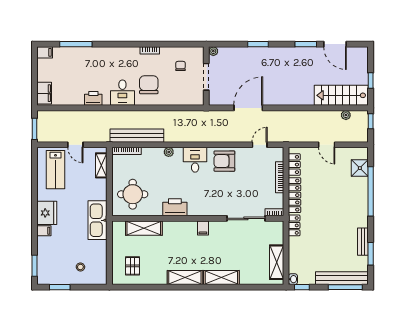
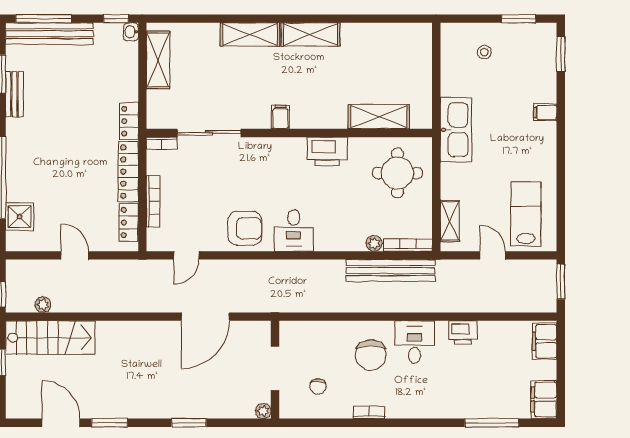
filing cabinet: (45, 52) -> (544, 399), width x2.00
plant: (169, 152) -> (374, 243), moved
fridge: (47, 213) -> (540, 142), removed
pallet: (133, 266) -> (398, 54), removed

